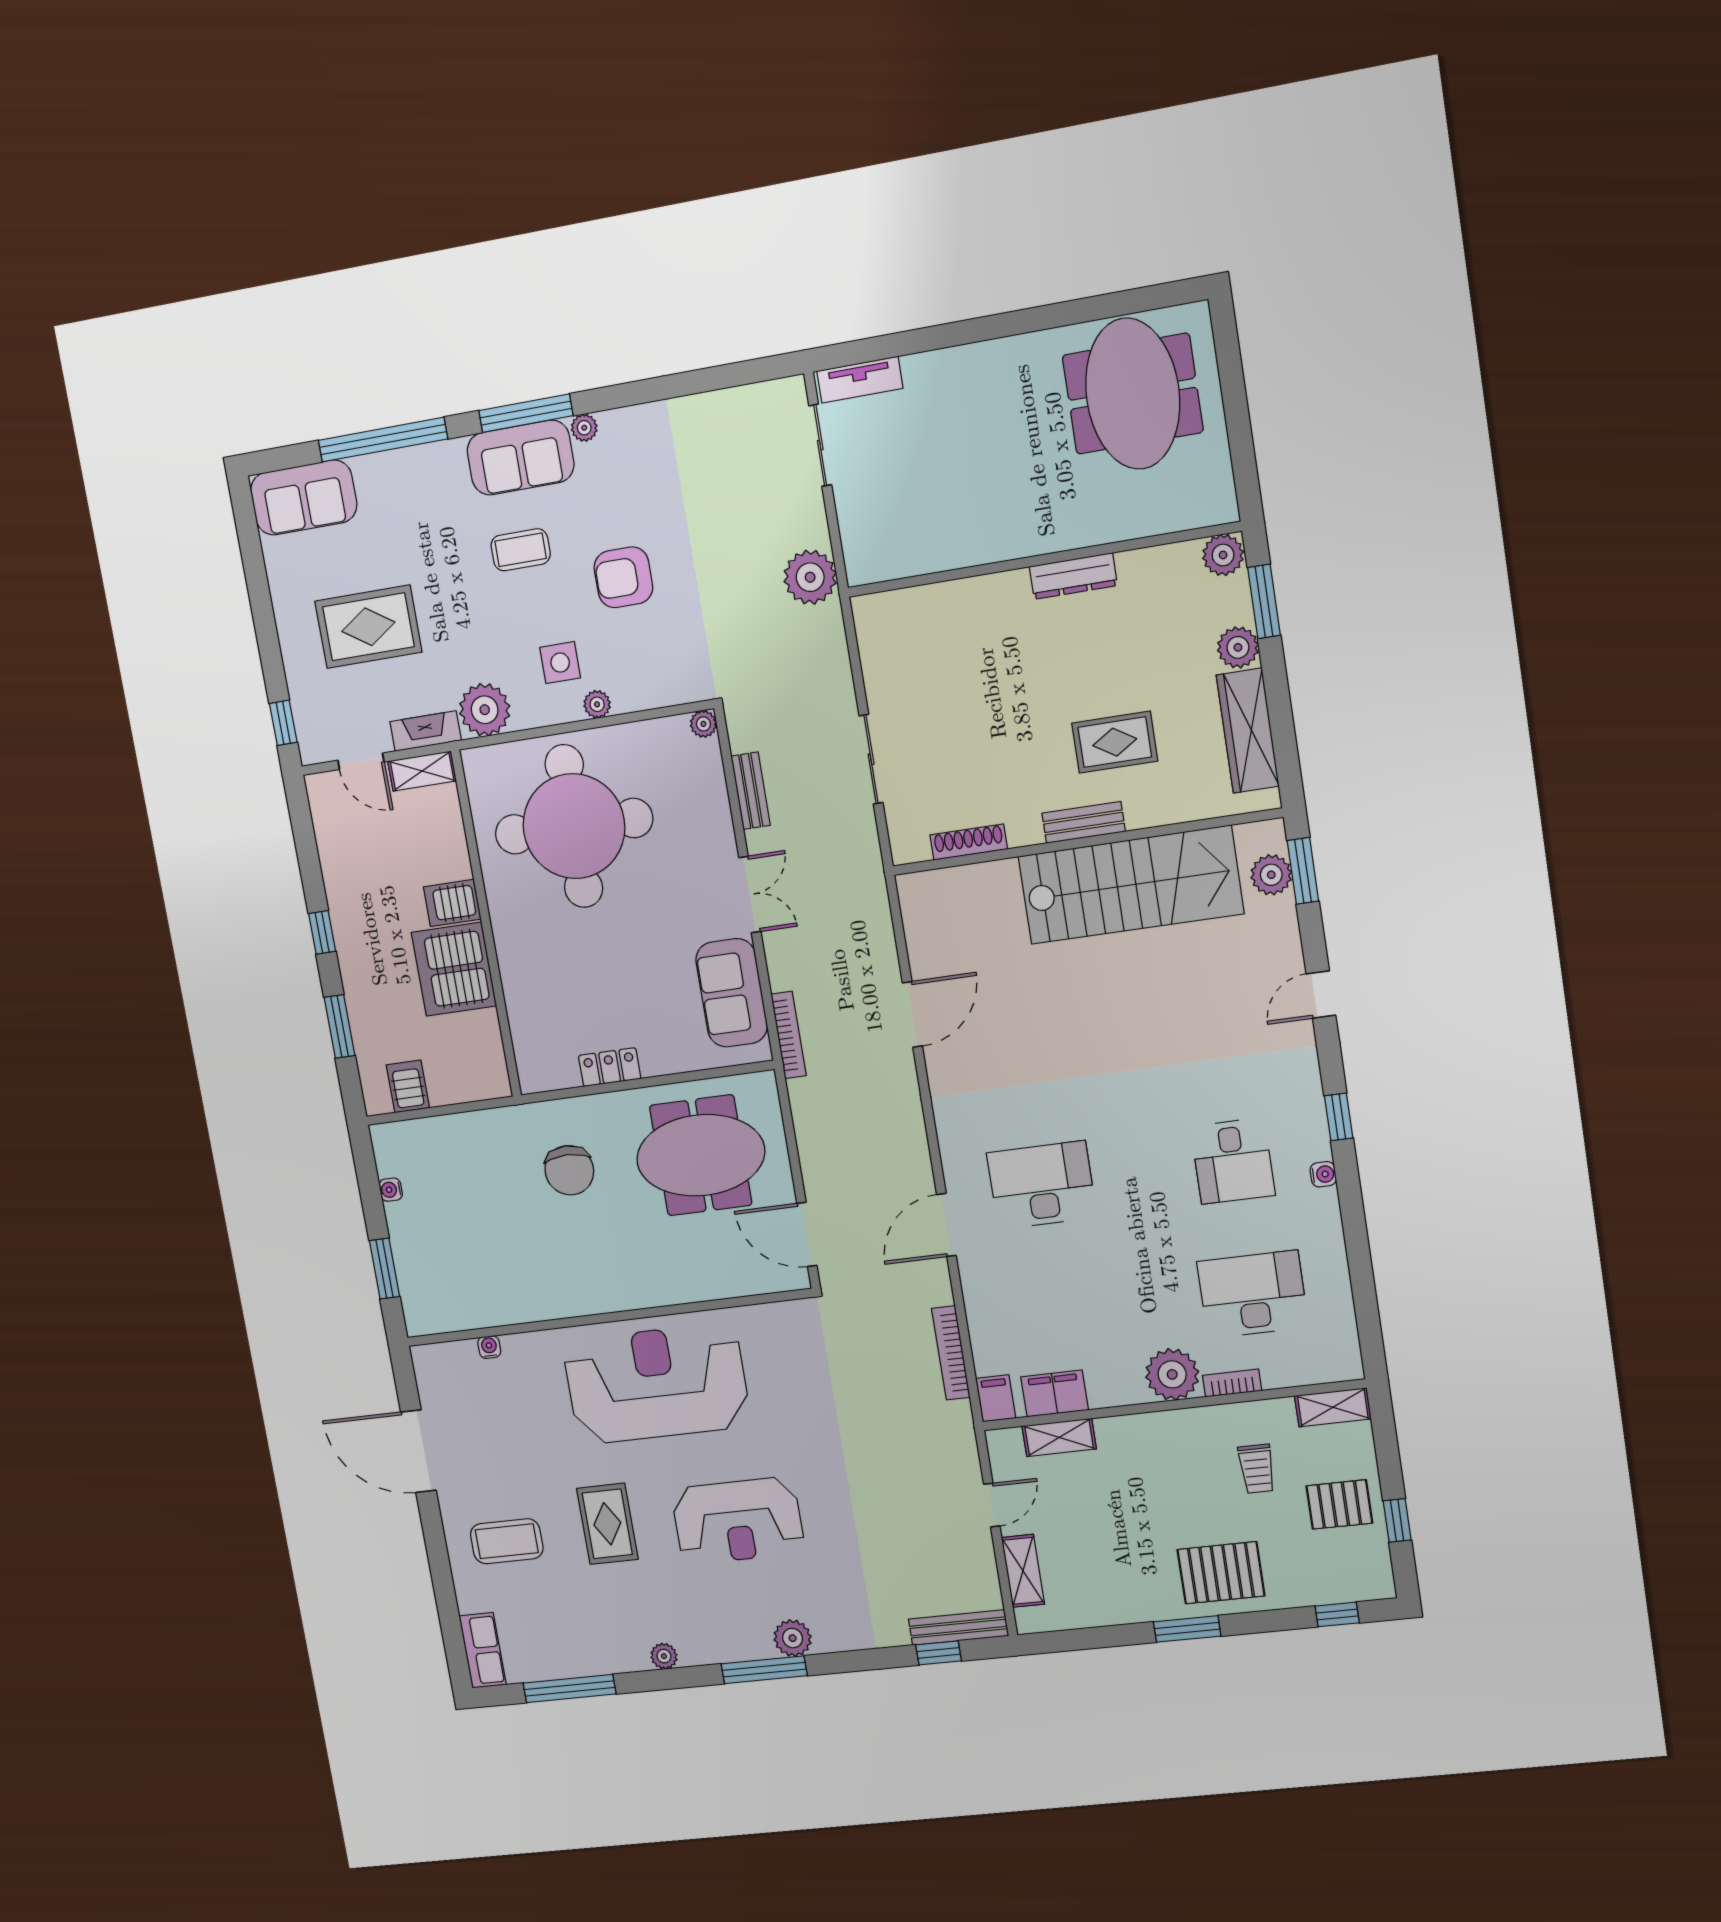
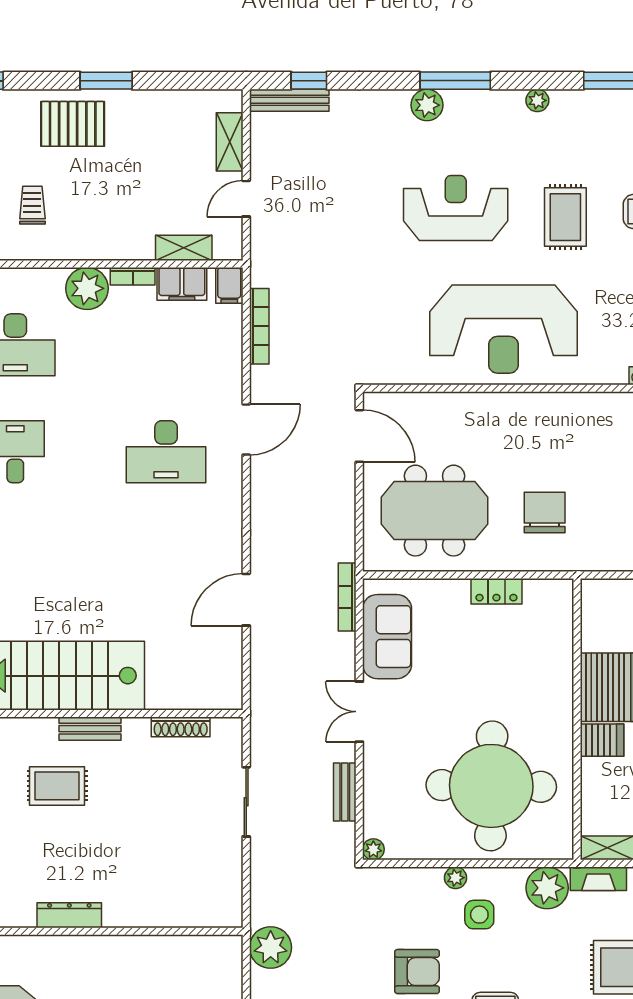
bookcase: (1232, 1383) -> (133, 276), moved

